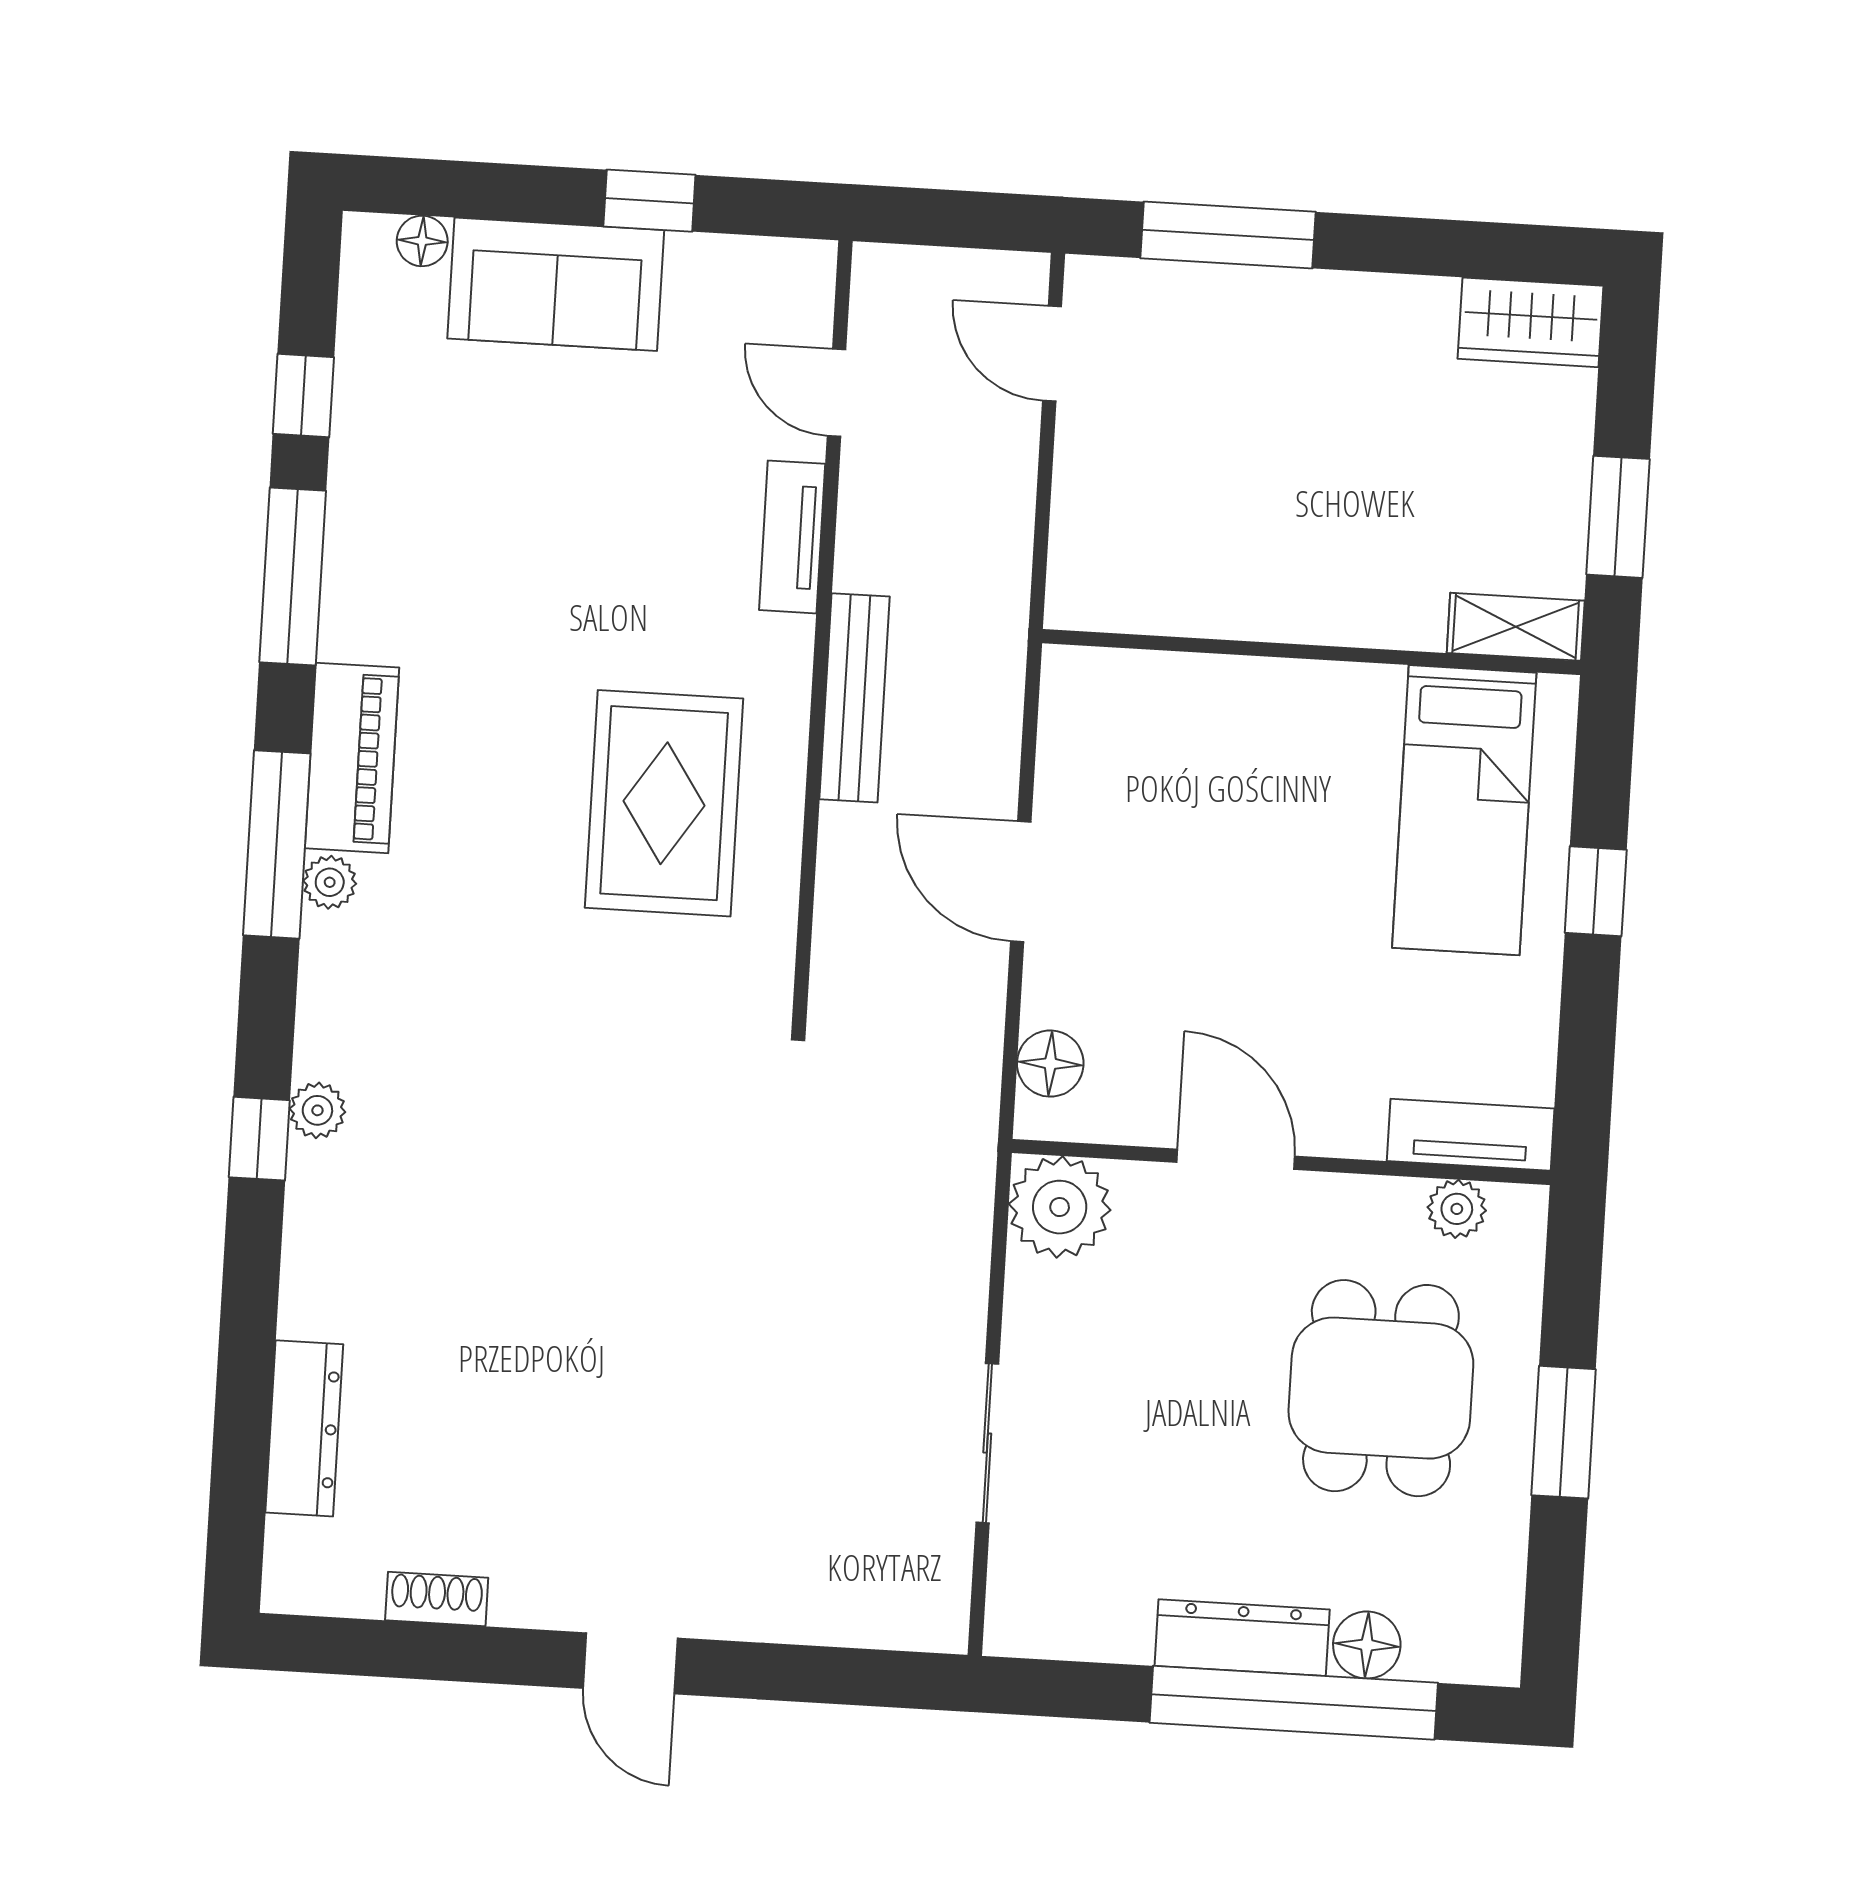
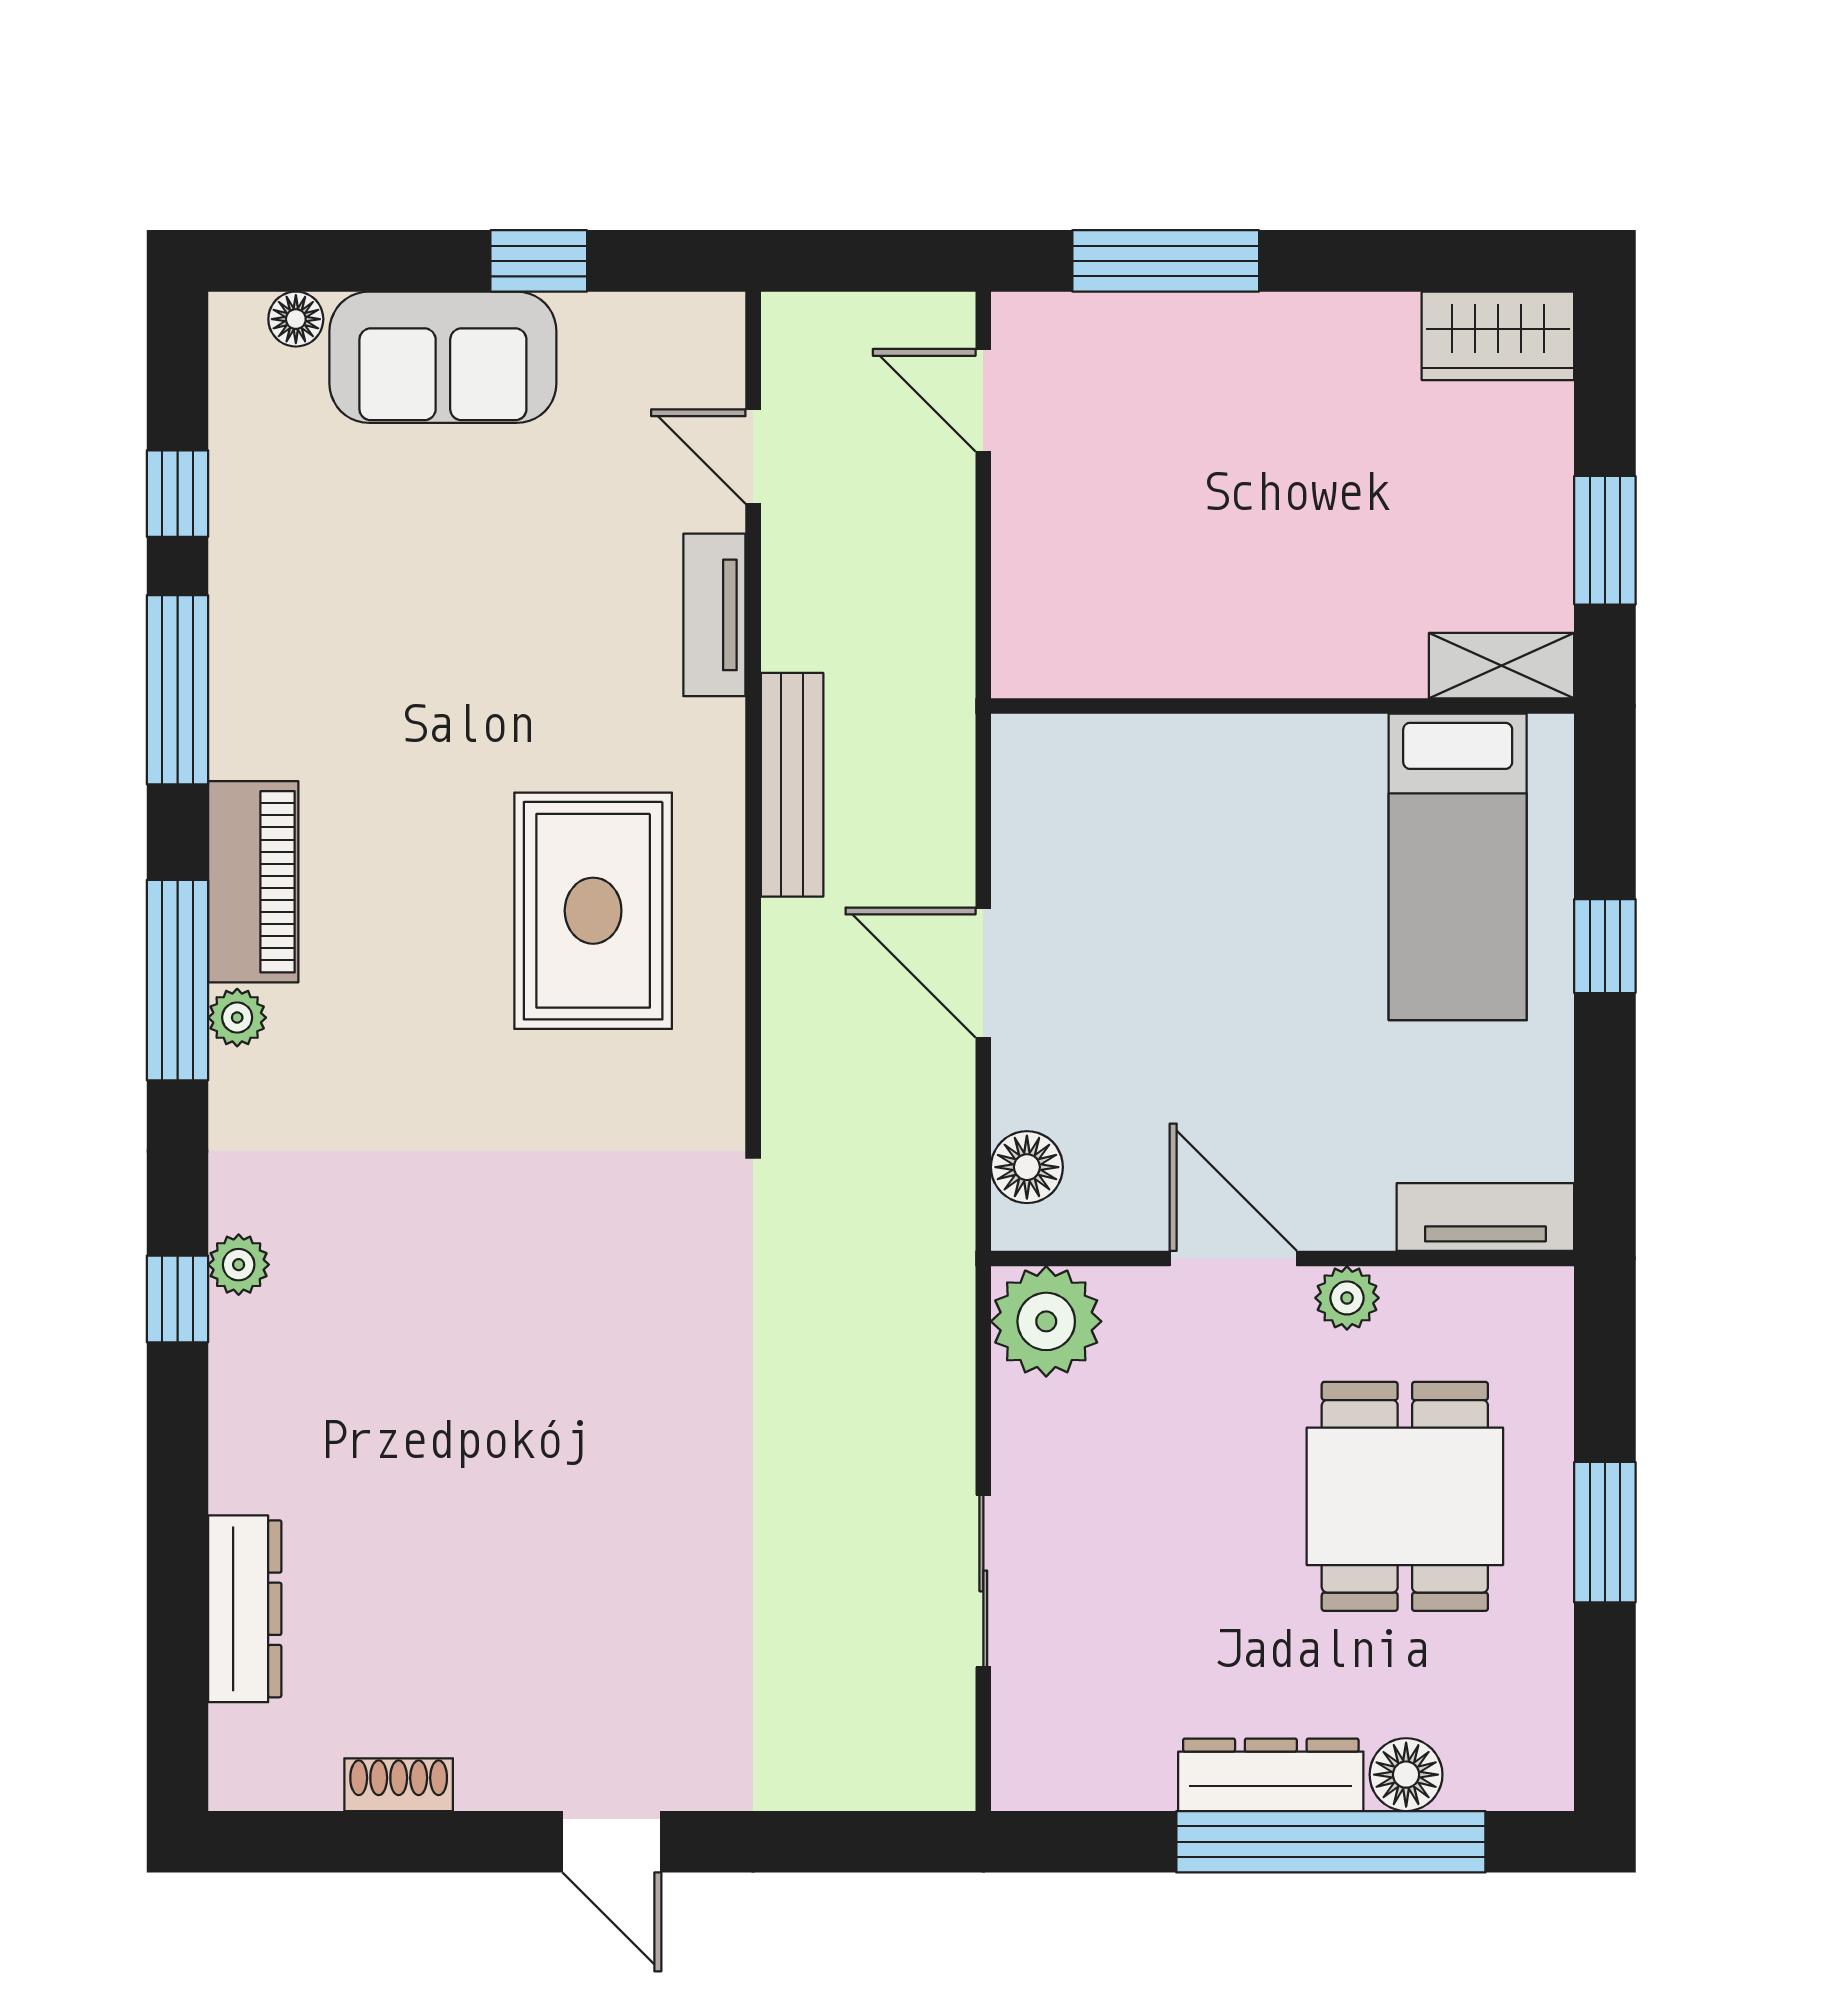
plant: (1457, 1209) -> (1347, 1298), moved

